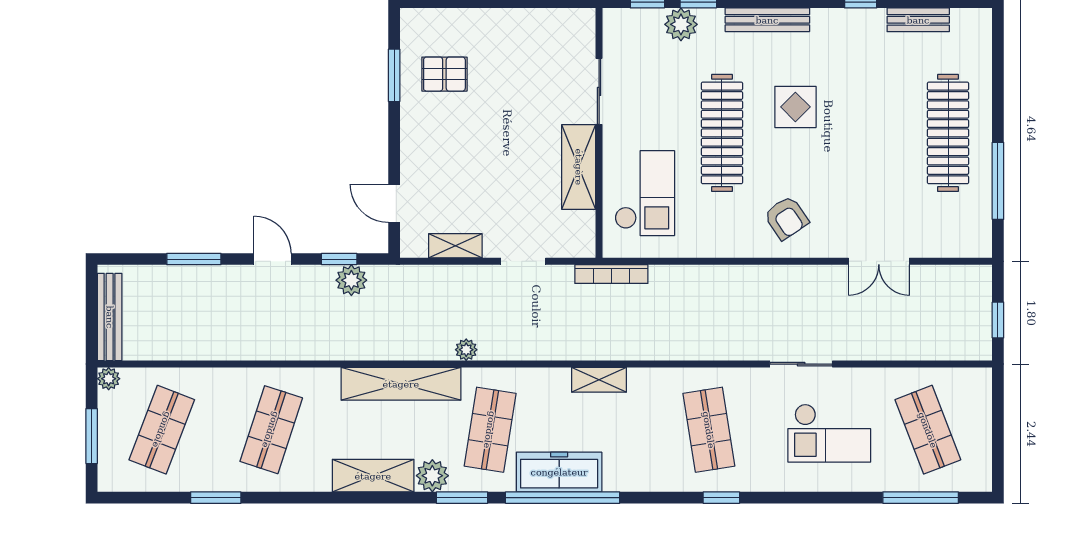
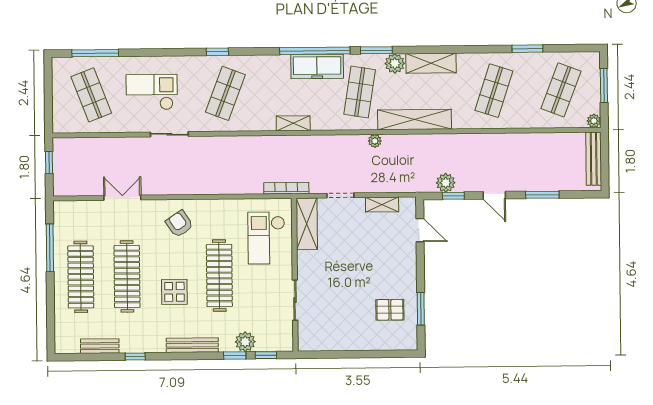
clothes rail: (873, 133) -> (127, 276), added
shelving: (579, 167) -> (307, 224), moved
shop shelf: (709, 430) -> (225, 93), turned 30

